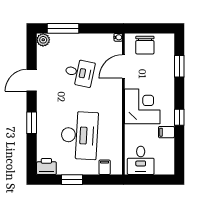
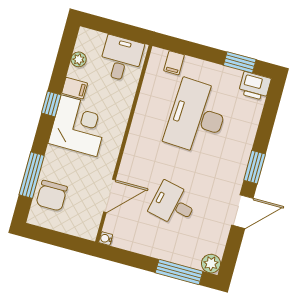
chair: (145, 45) -> (52, 196), moved, turned 180
window: (179, 66) -> (32, 175), width x1.44
corner desk: (142, 106) -> (79, 126), moved, turned 180
window: (32, 123) -> (255, 167), moved
plant: (169, 152) -> (79, 59), added
window: (72, 180) -> (240, 62), moved

